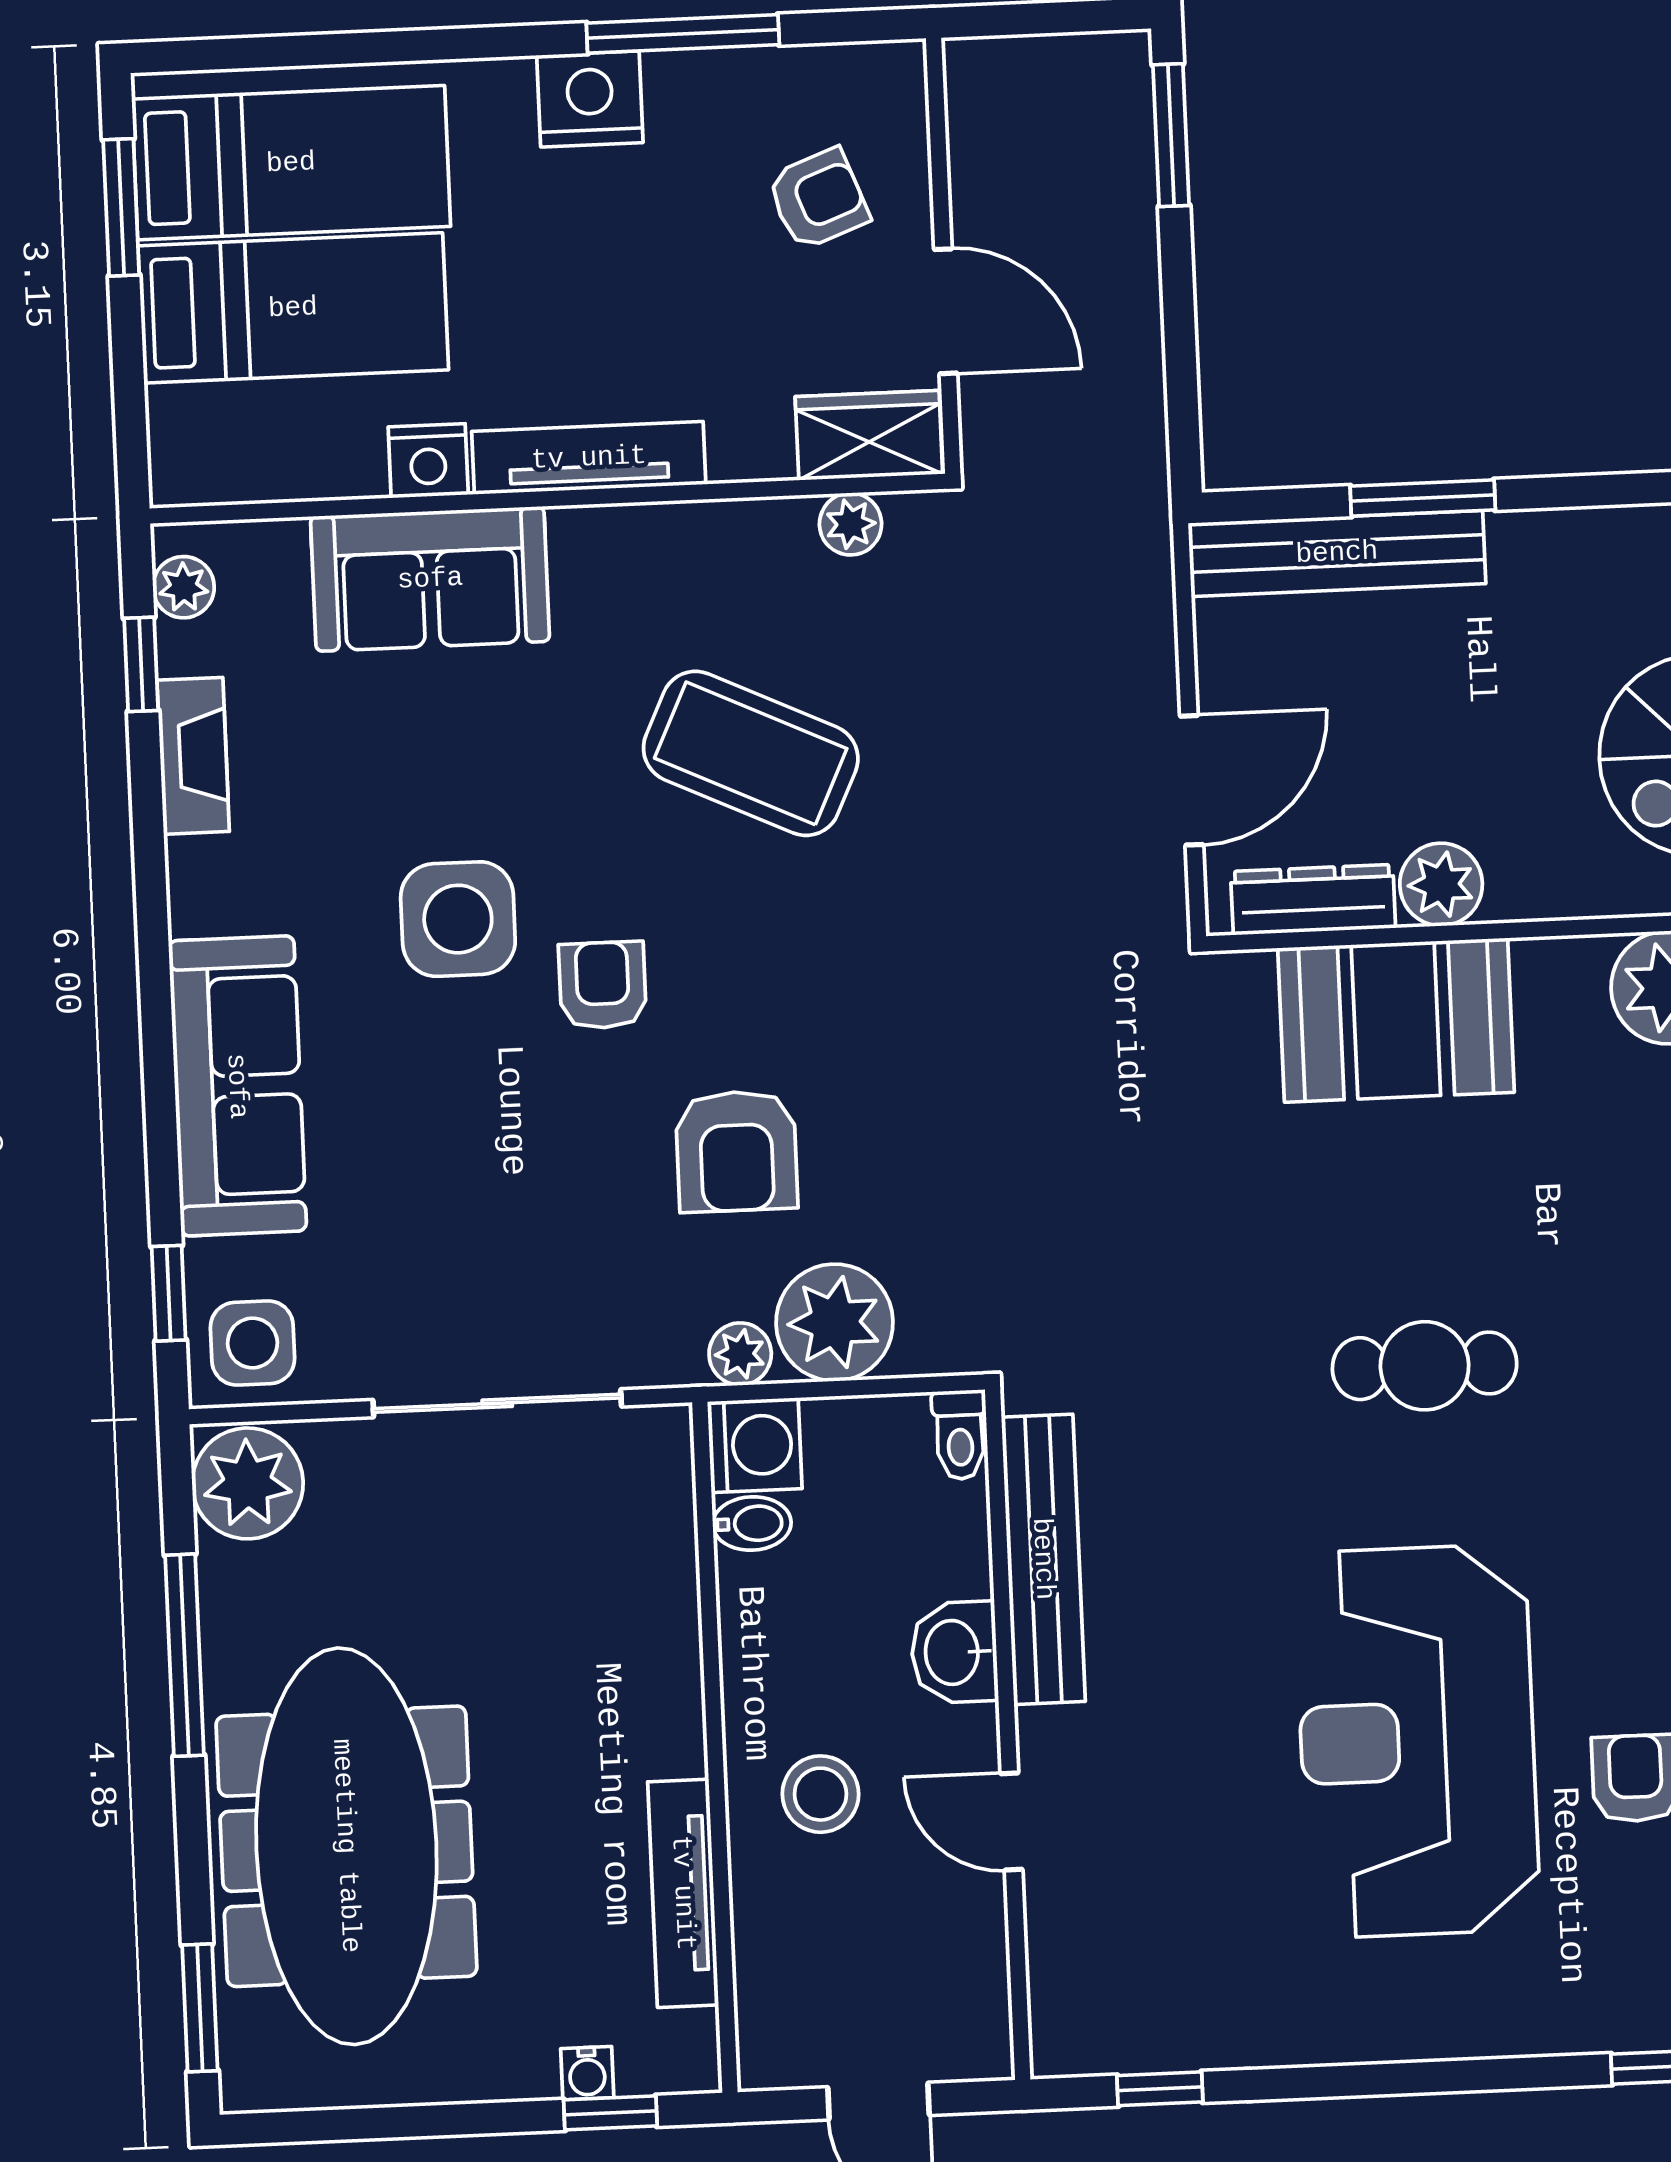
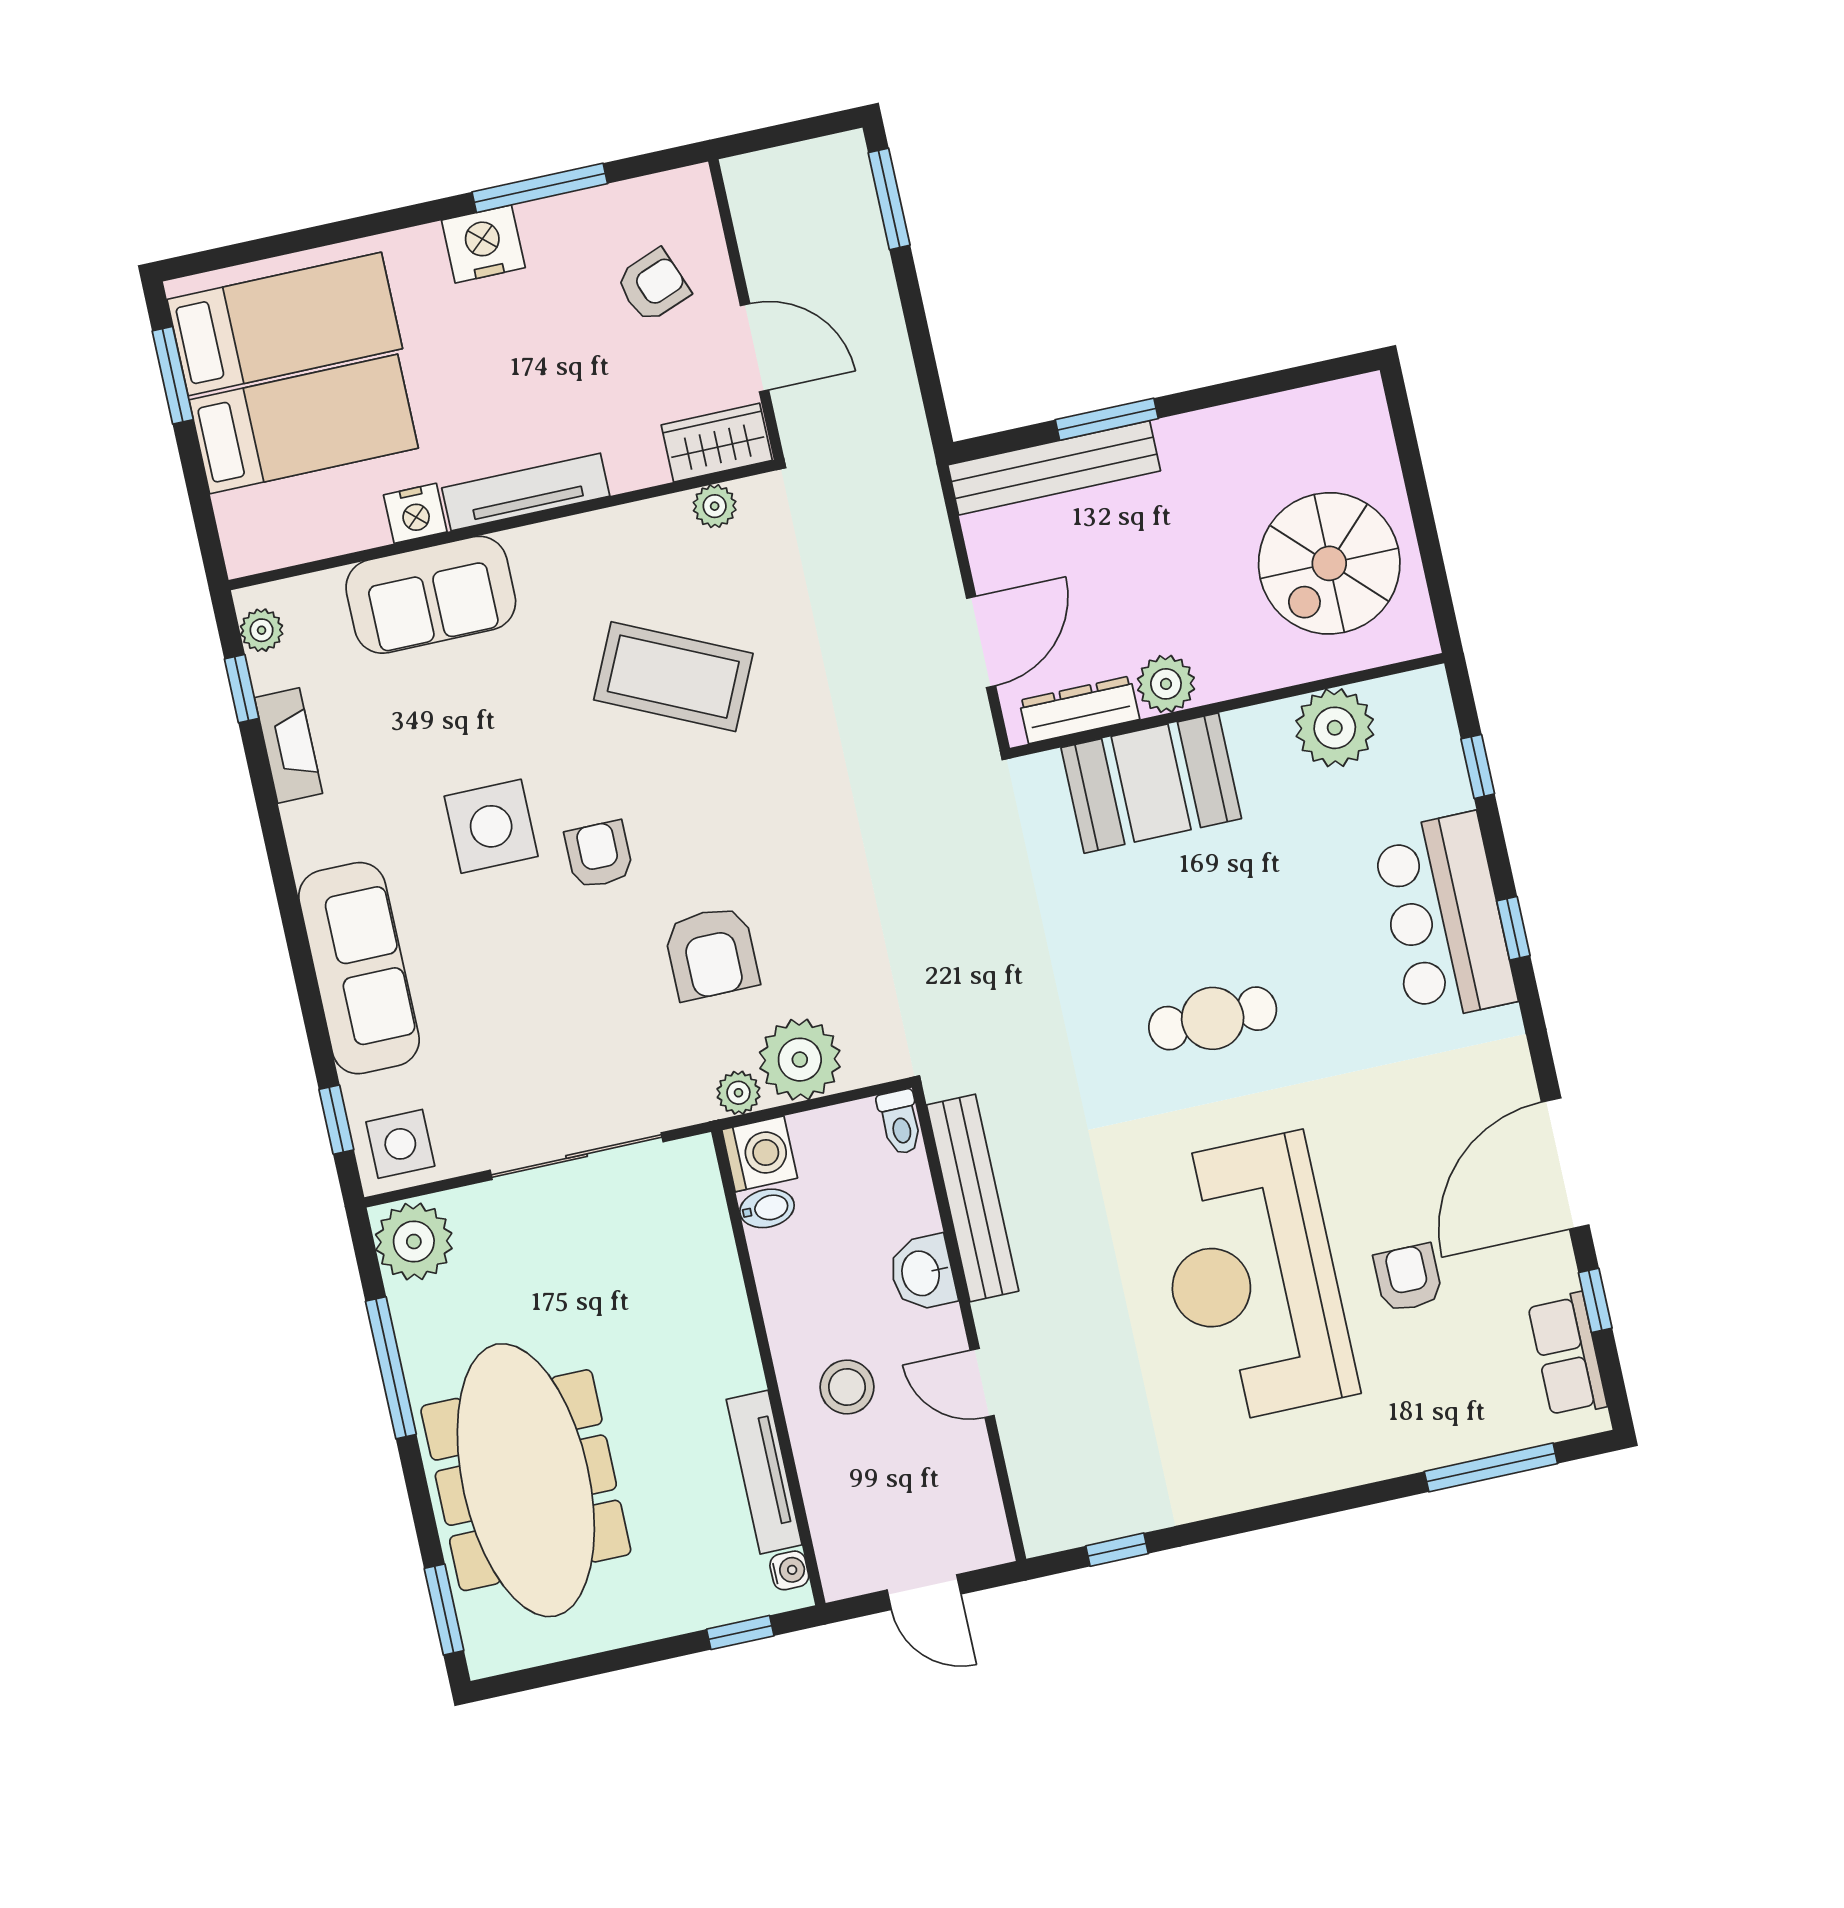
water cooler: (587, 2073) -> (789, 1570), moved, turned -90

